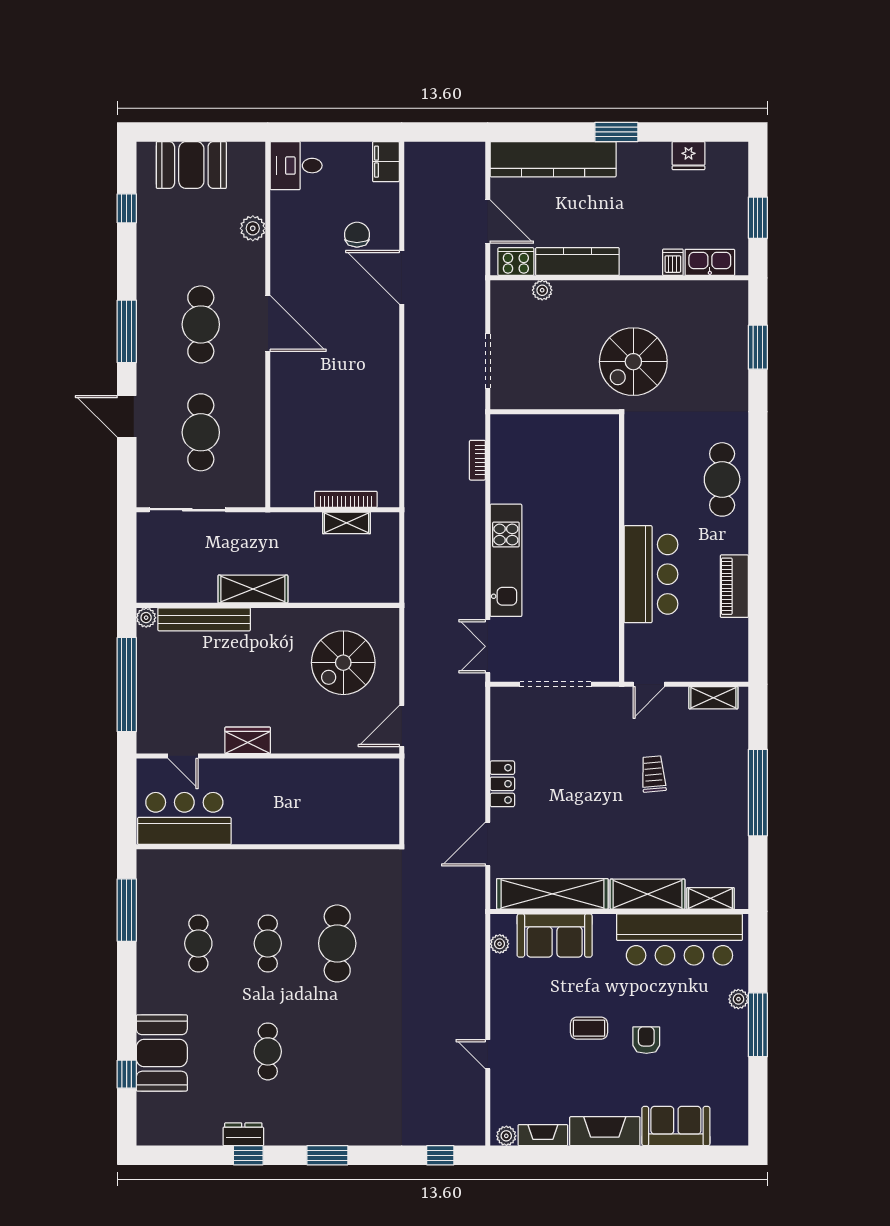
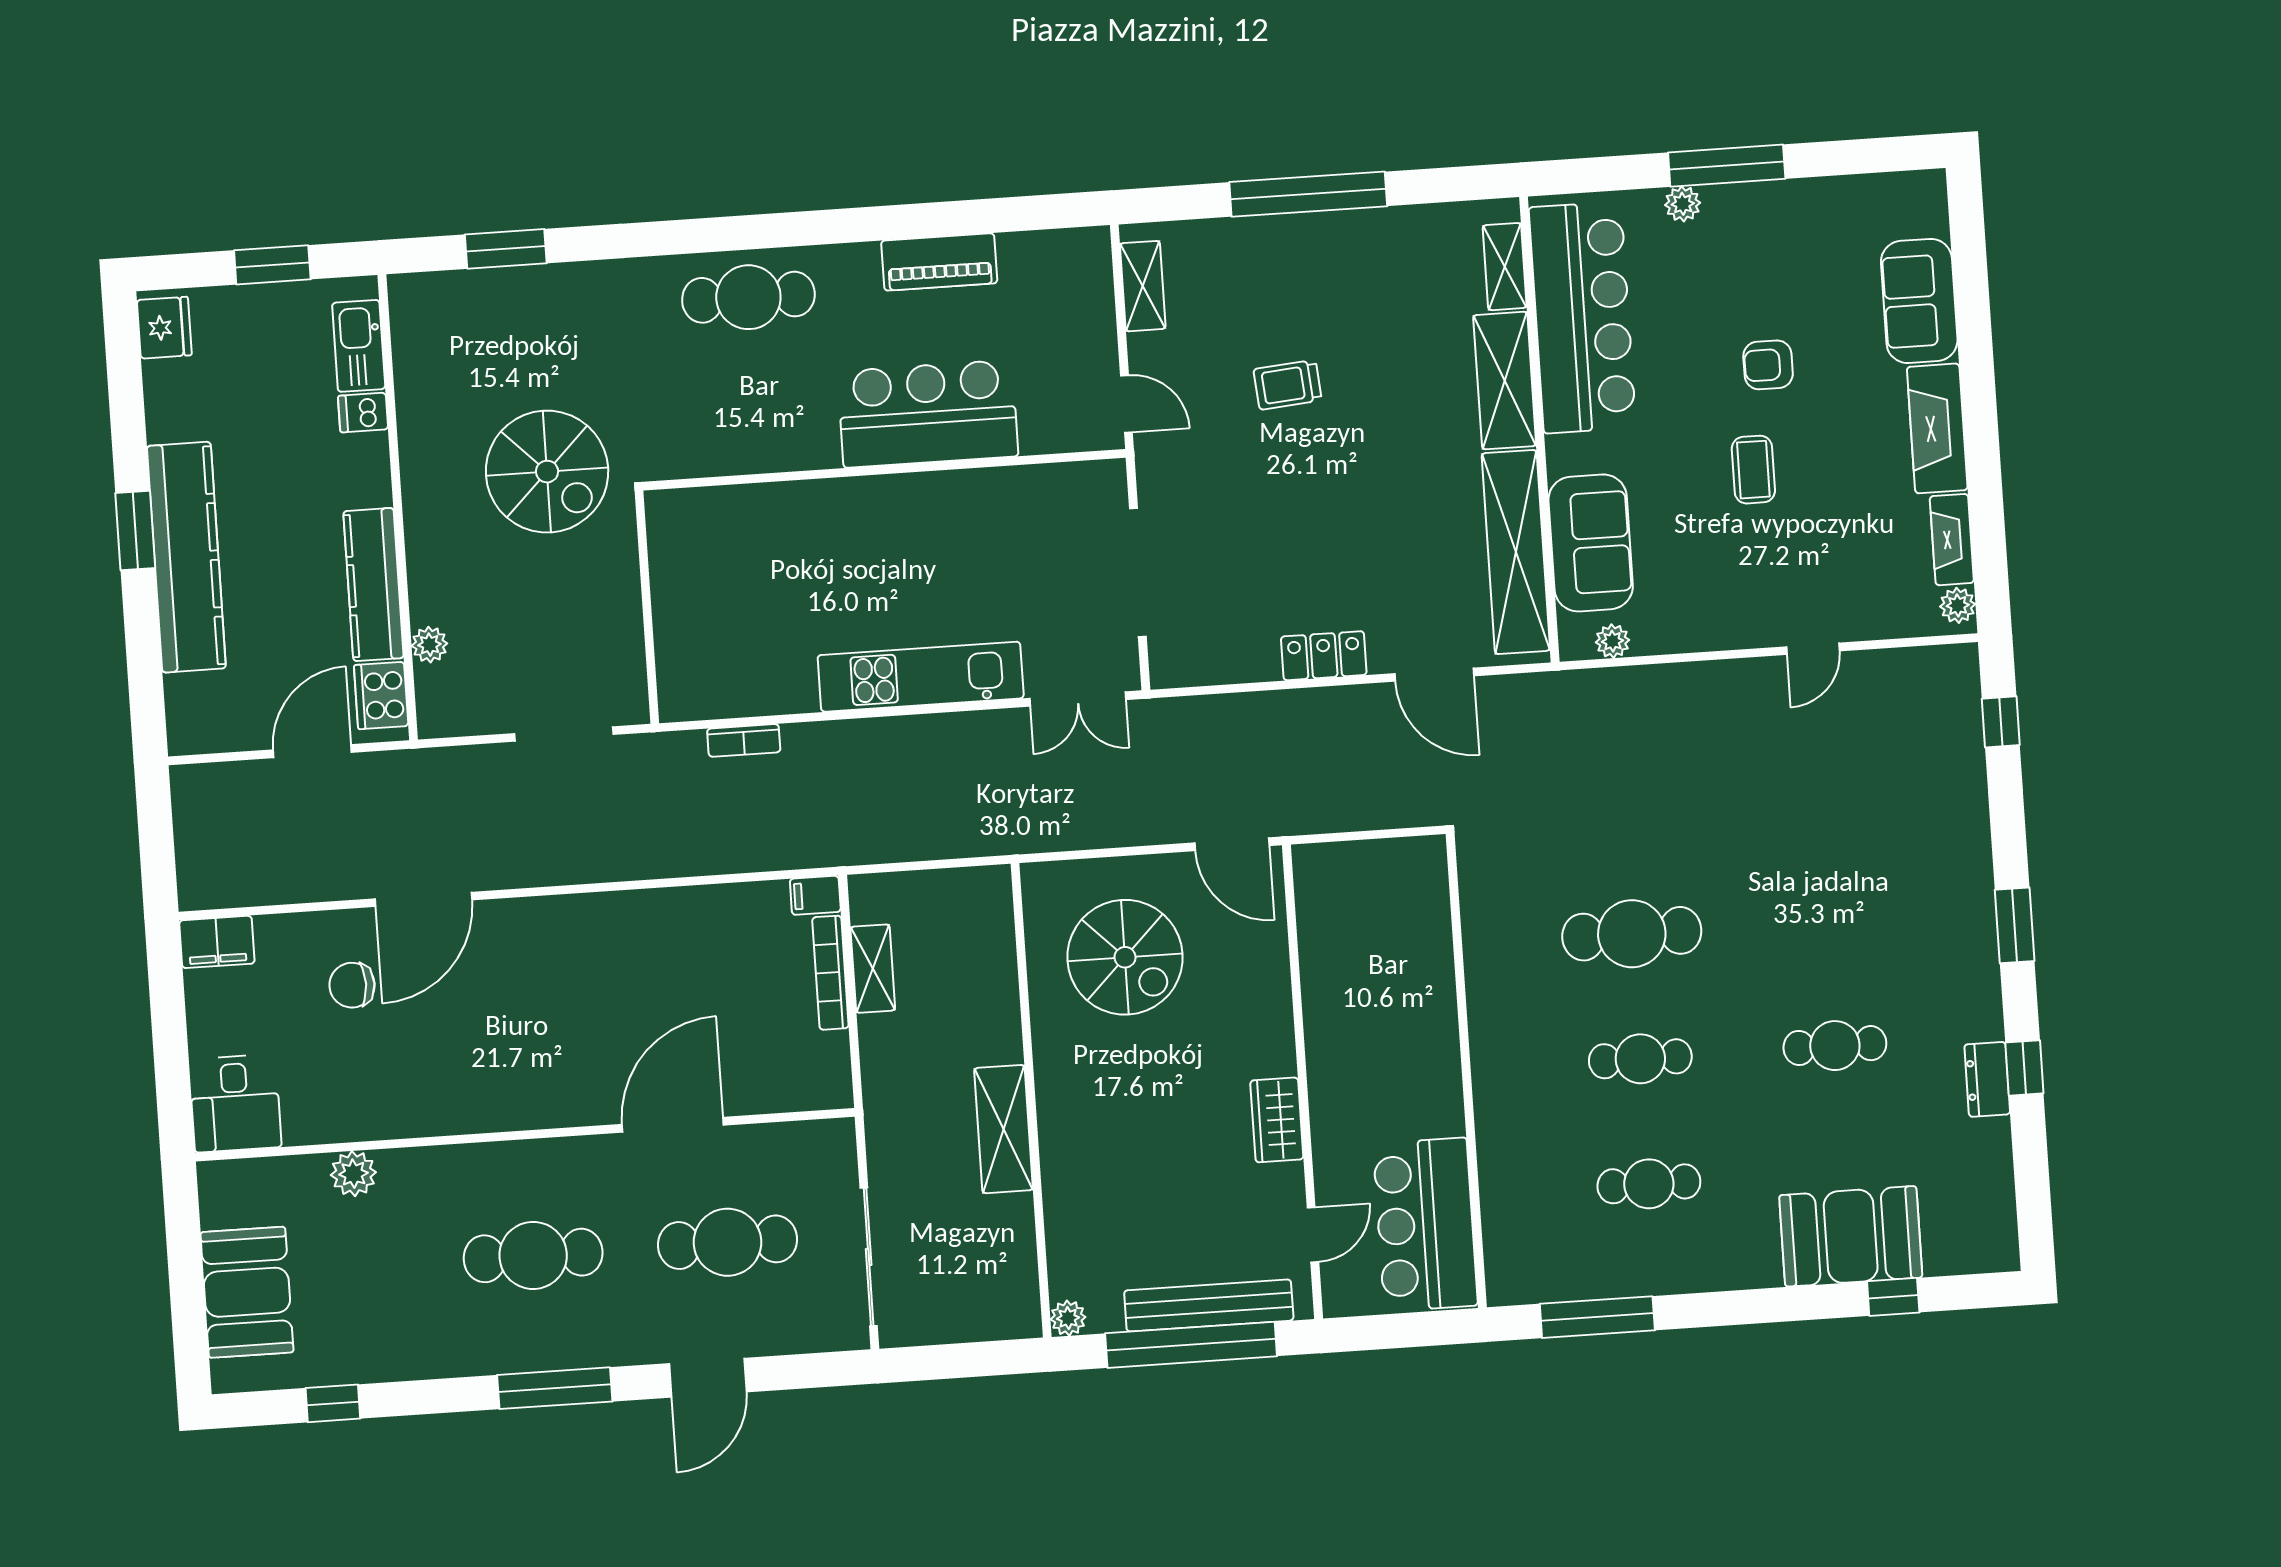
fridge: (689, 156) -> (164, 328), moved
kitchen counter: (553, 159) -> (186, 557), moved
door: (268, 323) -> (673, 1125), moved
filing cabinet: (389, 494) -> (815, 895), added
bench: (204, 619) -> (1209, 1305), moved, turned 90

